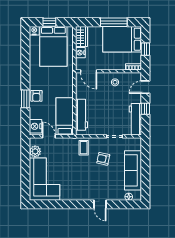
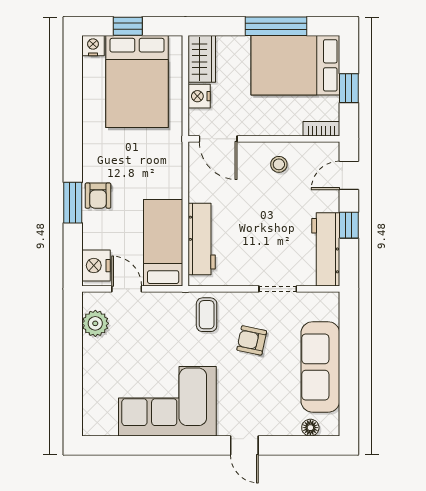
corner sofa: (45, 179) -> (167, 401), moved, turned -90

